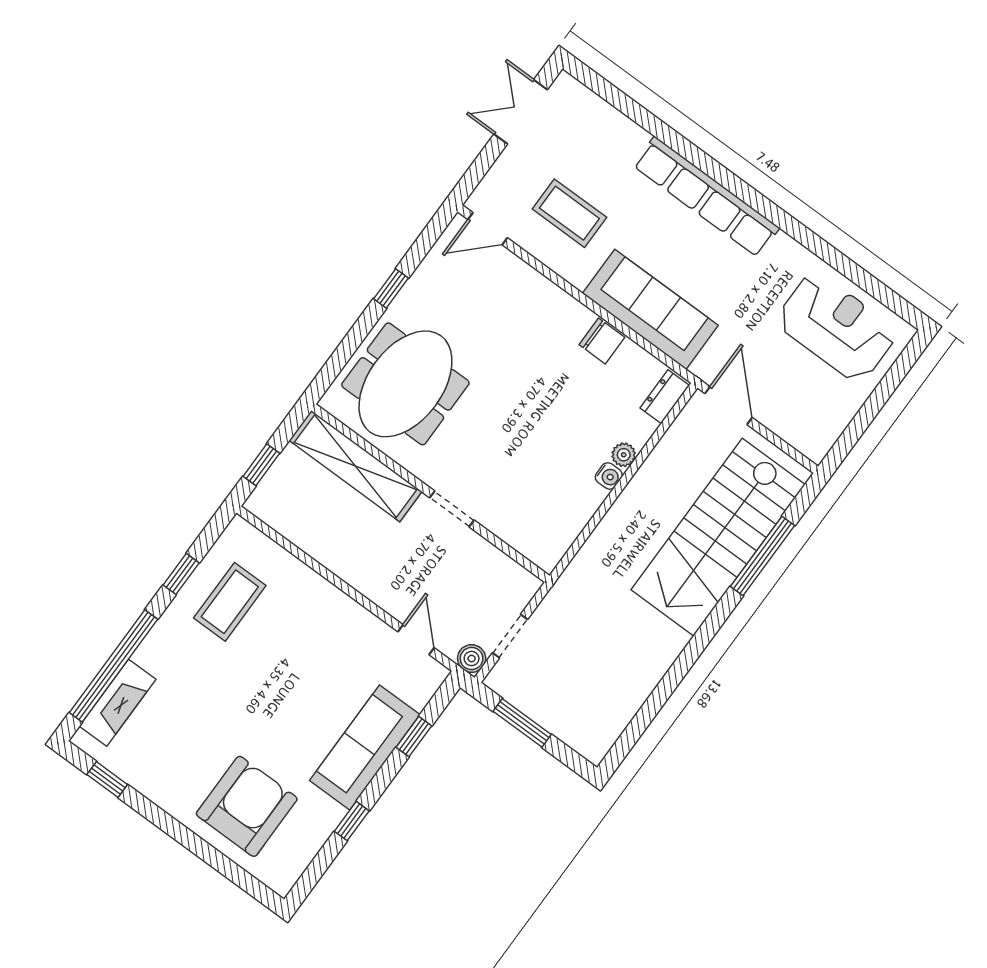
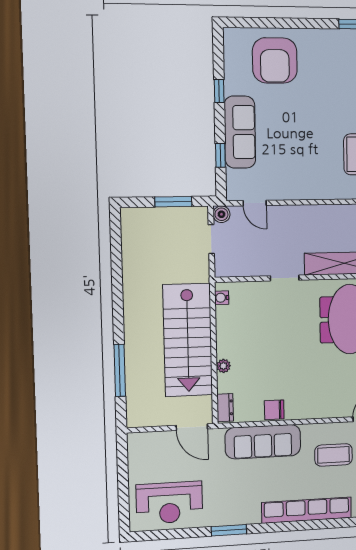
row of seats: (706, 197) -> (307, 510), moved
window: (789, 225) -> (229, 530), added
water cooler: (609, 476) -> (222, 298), moved
stairs: (718, 537) -> (188, 340), moved, turned 180

